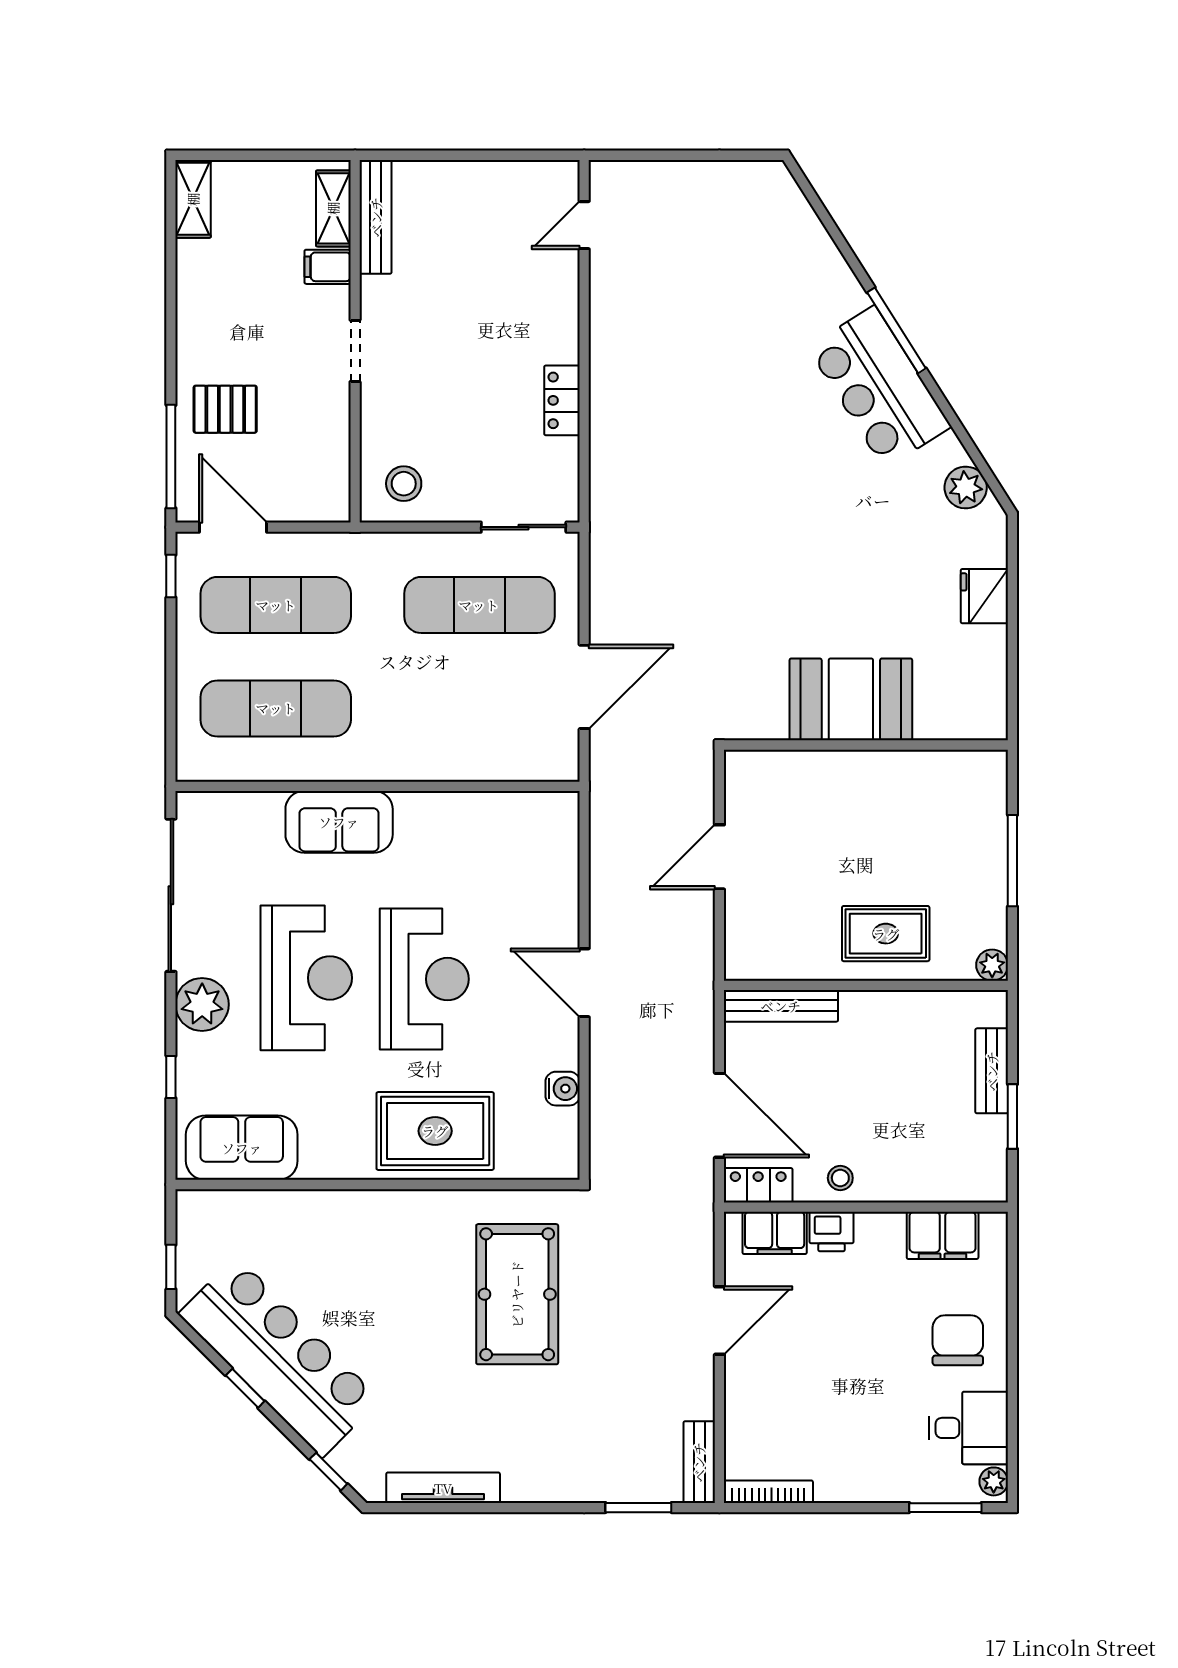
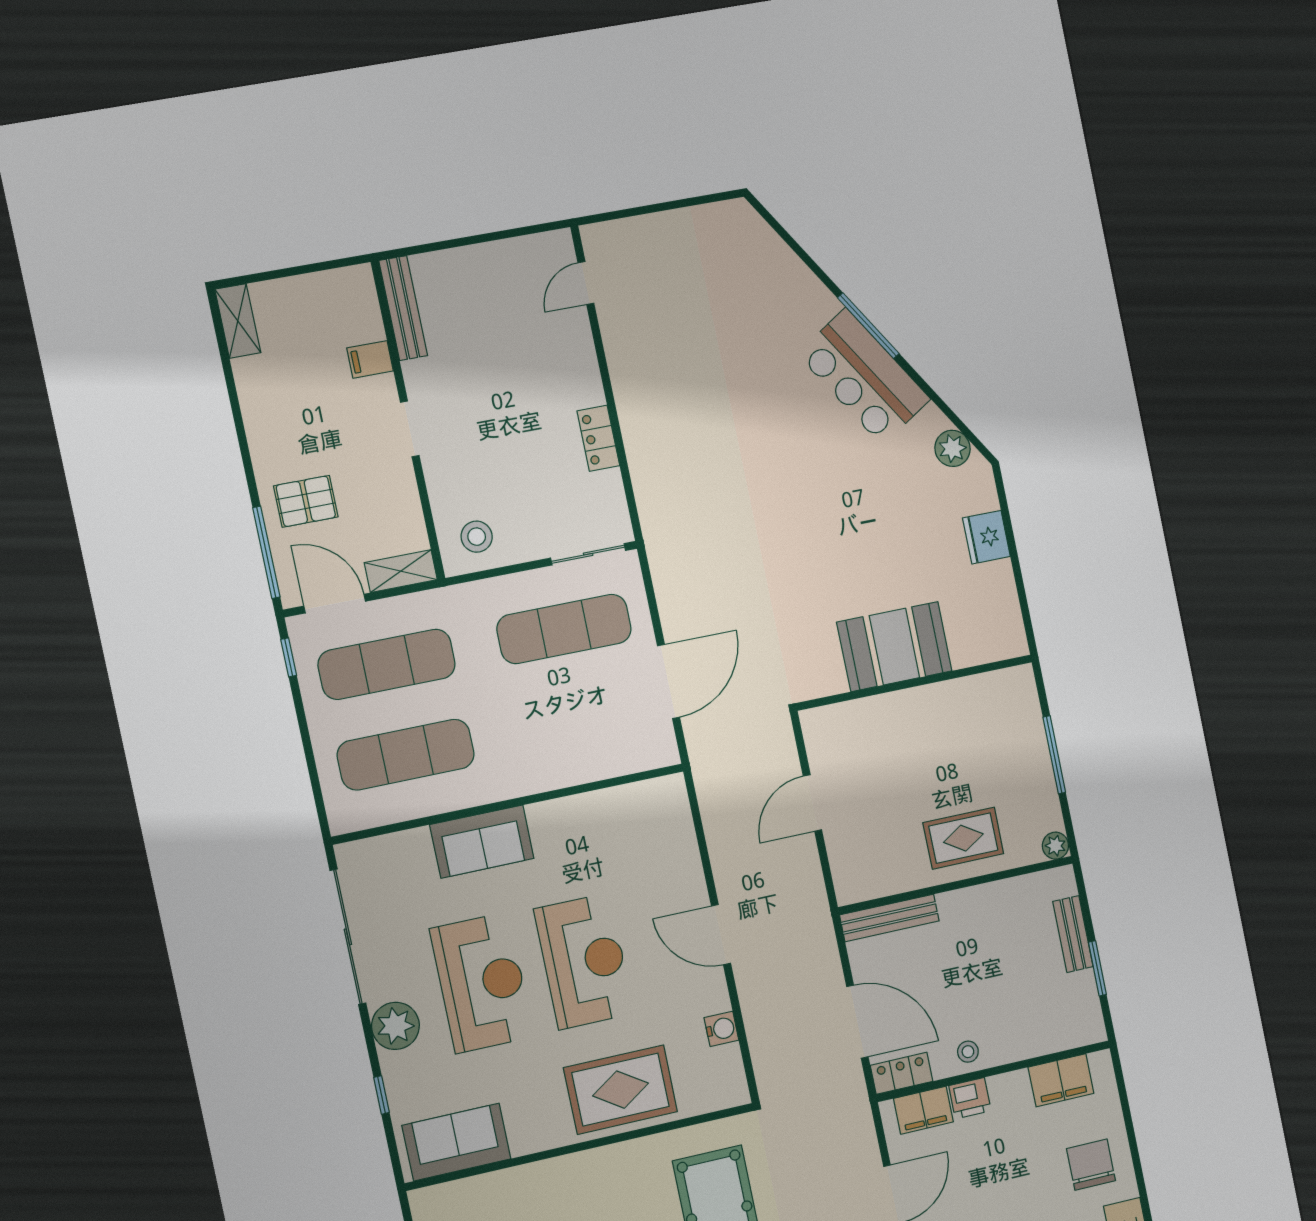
shelving: (333, 208) -> (401, 571), moved, turned 90

